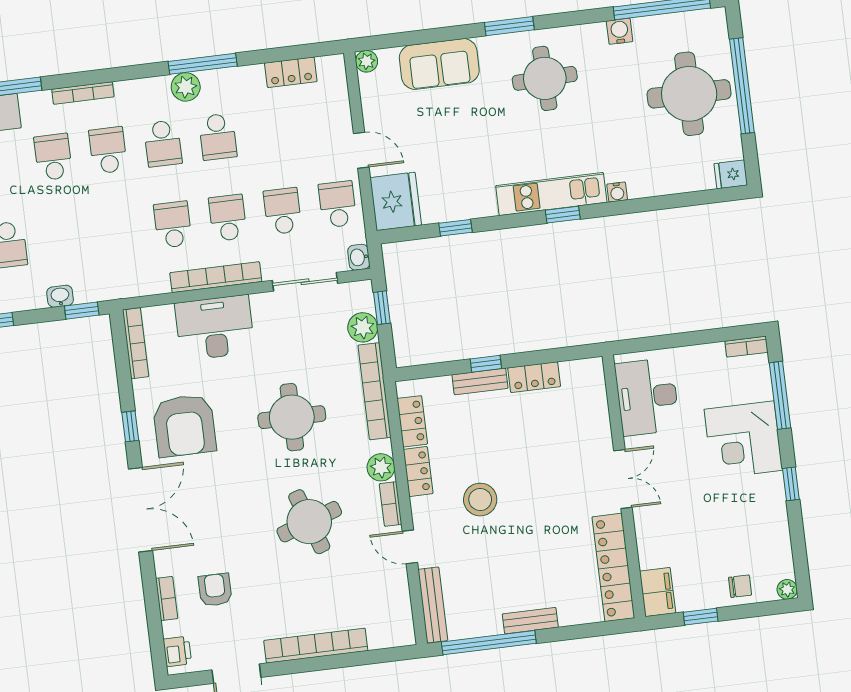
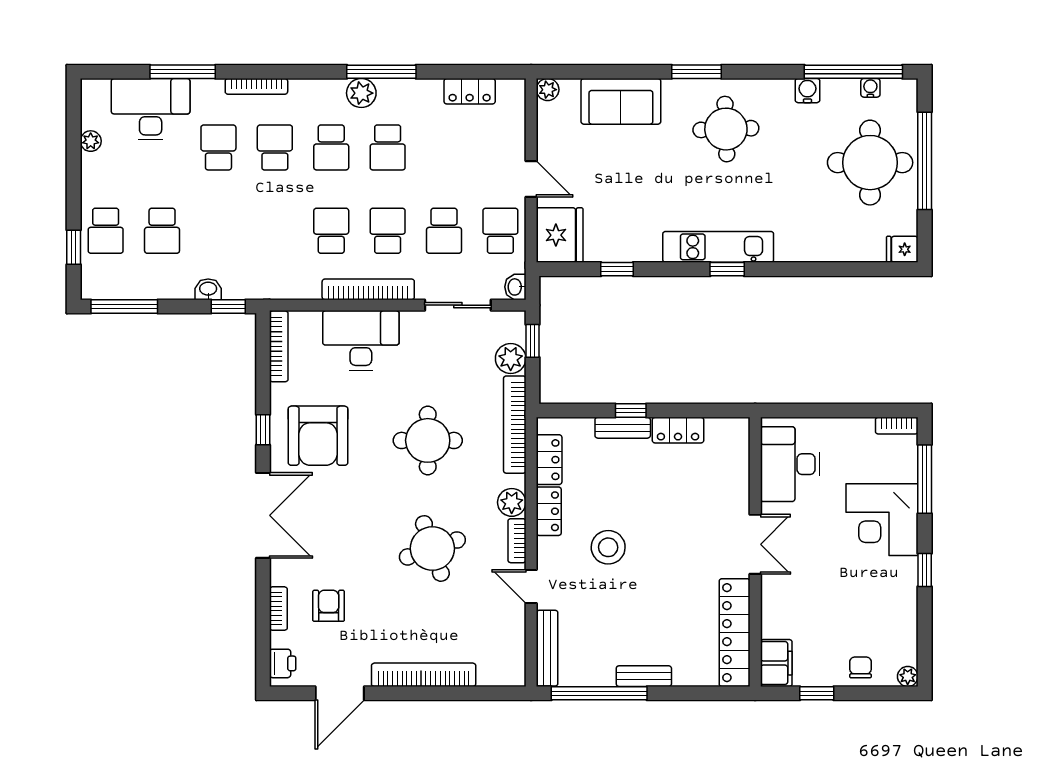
water cooler: (617, 192) -> (870, 88), moved, turned 180
school desk: (283, 211) -> (444, 231), turned 180
chair: (740, 586) -> (860, 667), turned -90

